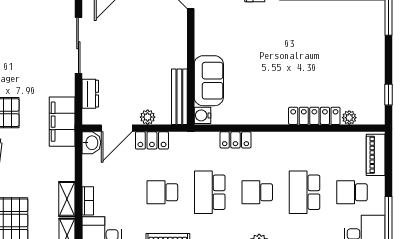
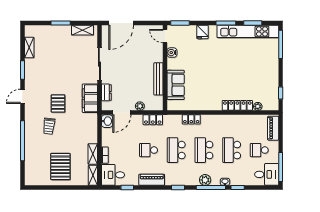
bench: (179, 97) -> (158, 79), moved
water cooler: (202, 115) -> (172, 53), moved
filing cabinet: (62, 122) -> (90, 98), moved
locker: (152, 140) -> (153, 120), moved
school desk: (257, 192) -> (204, 150), width x1.85

